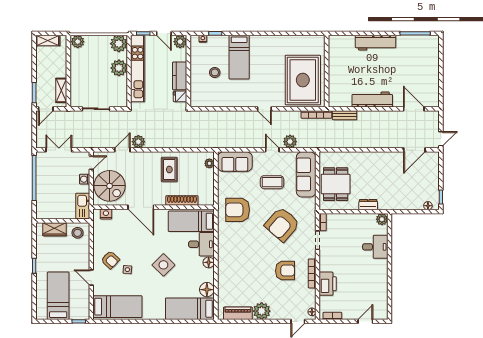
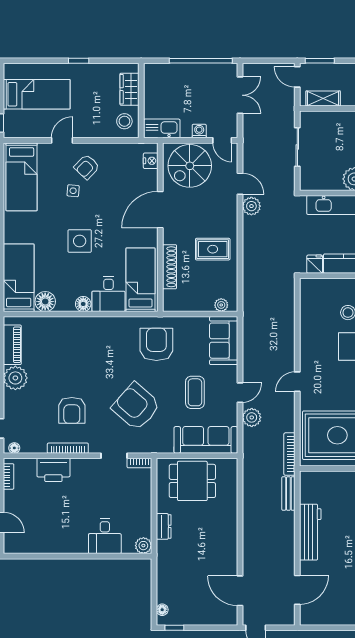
side table: (163, 265) -> (80, 241), turned 45

